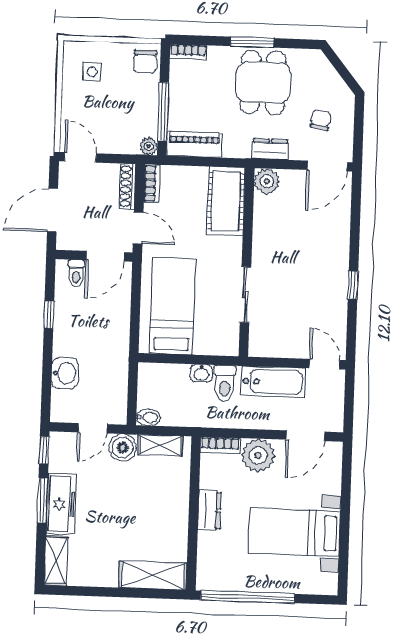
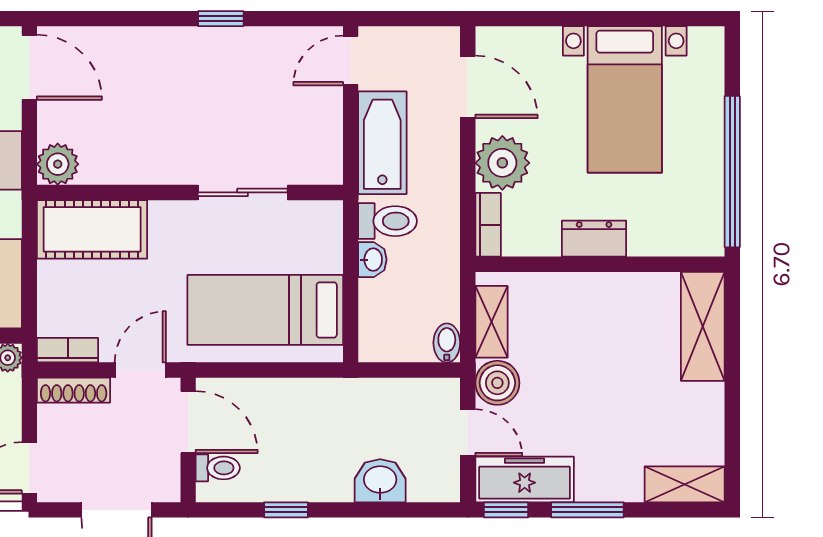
freezer: (61, 504) -> (525, 479), moved

